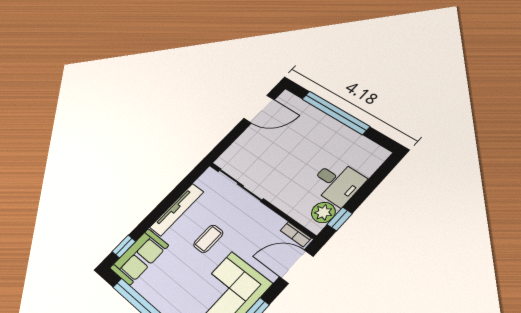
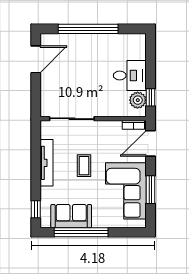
sofa: (139, 257) -> (71, 216), moved, turned -90

